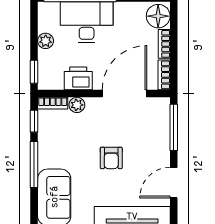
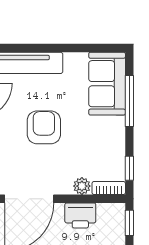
armchair: (111, 158) -> (44, 127), width x1.38, depth x1.38
window: (34, 164) -> (129, 101), moved

